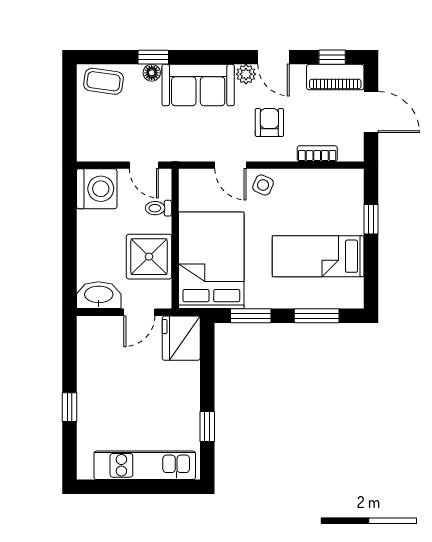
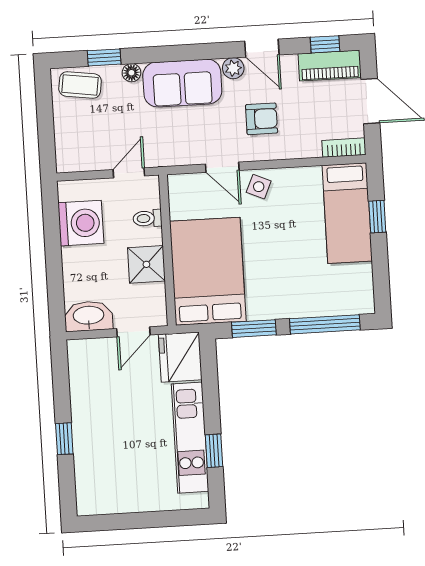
window: (153, 57) -> (104, 57), moved
armchair: (269, 122) -> (262, 119), turned 90
bookcase: (317, 154) -> (344, 148), moved
door: (144, 165) -> (129, 173), swing flipped
washing machine: (97, 189) -> (81, 223), moved
bed: (318, 256) -> (347, 213), moved, turned -90
shower: (149, 257) -> (146, 264), width x0.73, depth x0.73
window: (317, 316) -> (325, 324), width x1.44
kitchen unit: (145, 465) -> (190, 438), moved, turned -90

